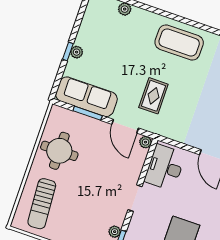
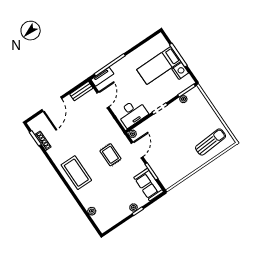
rug: (153, 96) -> (110, 155), turned 90
sofa: (86, 97) -> (149, 185), width x0.73
round table: (59, 151) -> (181, 163), removed

